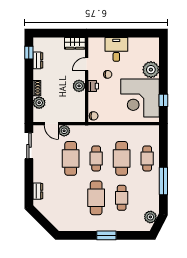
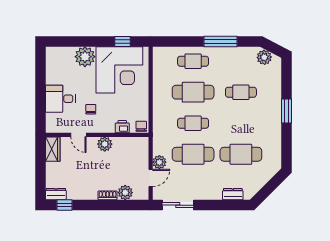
dresser: (38, 60) -> (56, 194), moved
printer: (93, 86) -> (122, 127), moved
cafe table: (96, 198) -> (241, 154), moved

